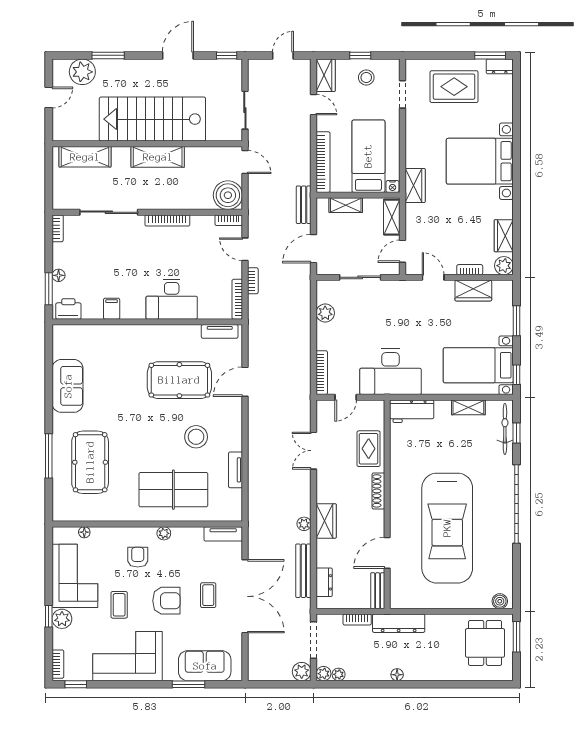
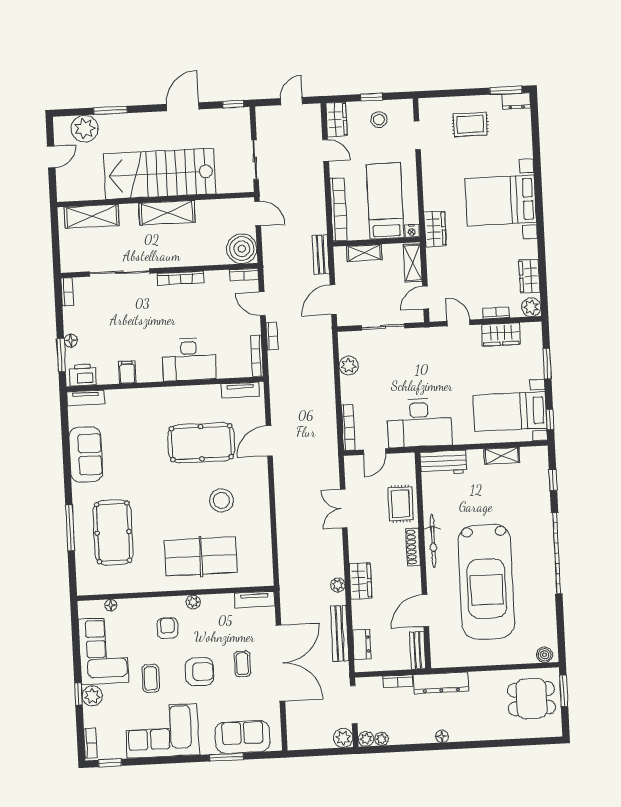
rug: (454, 87) -> (470, 124), width x0.73, depth x0.70
bicycle: (505, 429) -> (433, 541), moved, turned 180
tv unit: (236, 470) -> (86, 398), moved, turned -90
dining table: (485, 643) -> (531, 699), turned 90

